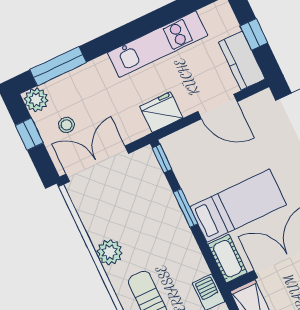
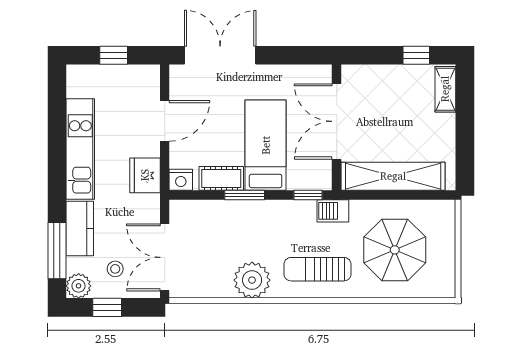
kitchen counter: (242, 61) -> (80, 228), moved, turned -90
nightstand: (172, 146) -> (181, 180), added
window: (162, 159) -> (308, 195), moved
plant: (110, 252) -> (252, 280), width x1.36, depth x1.36
cot: (227, 259) -> (221, 178), moved

